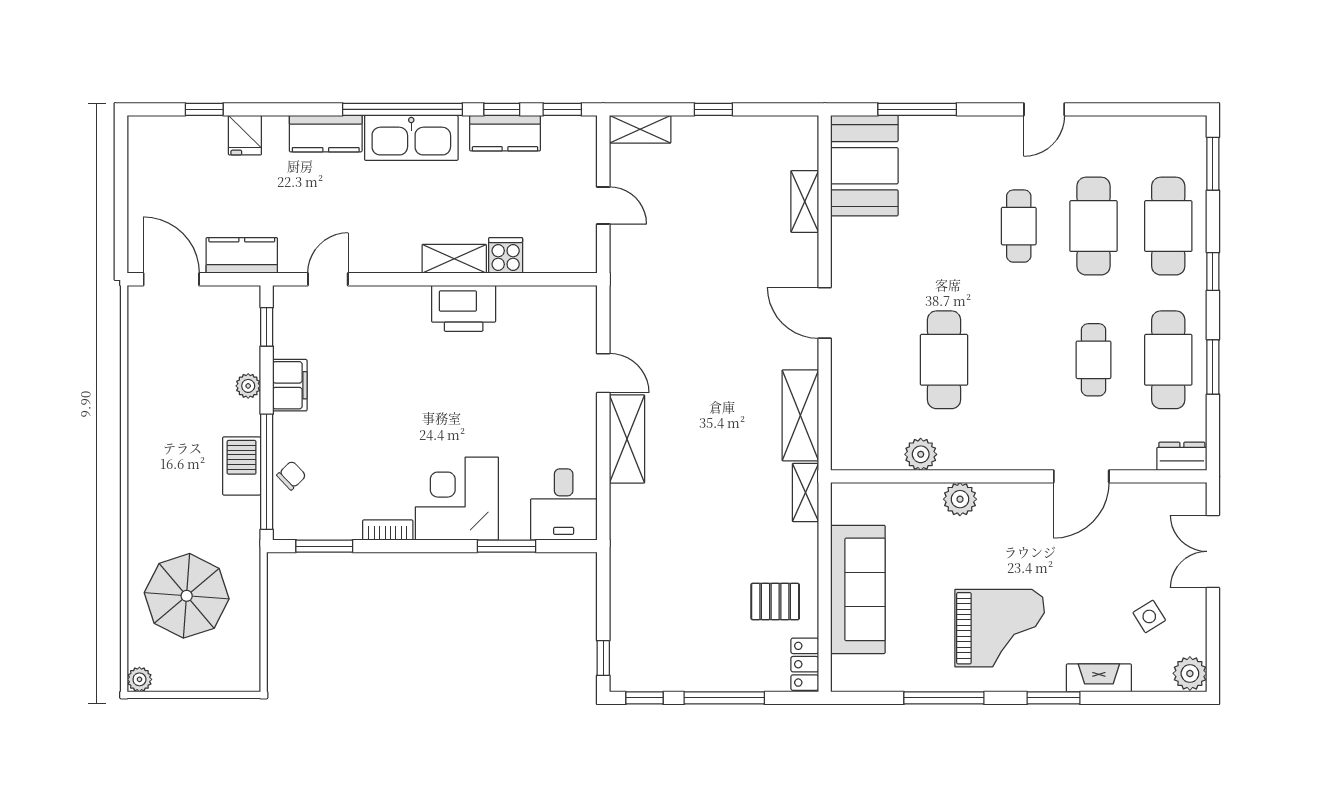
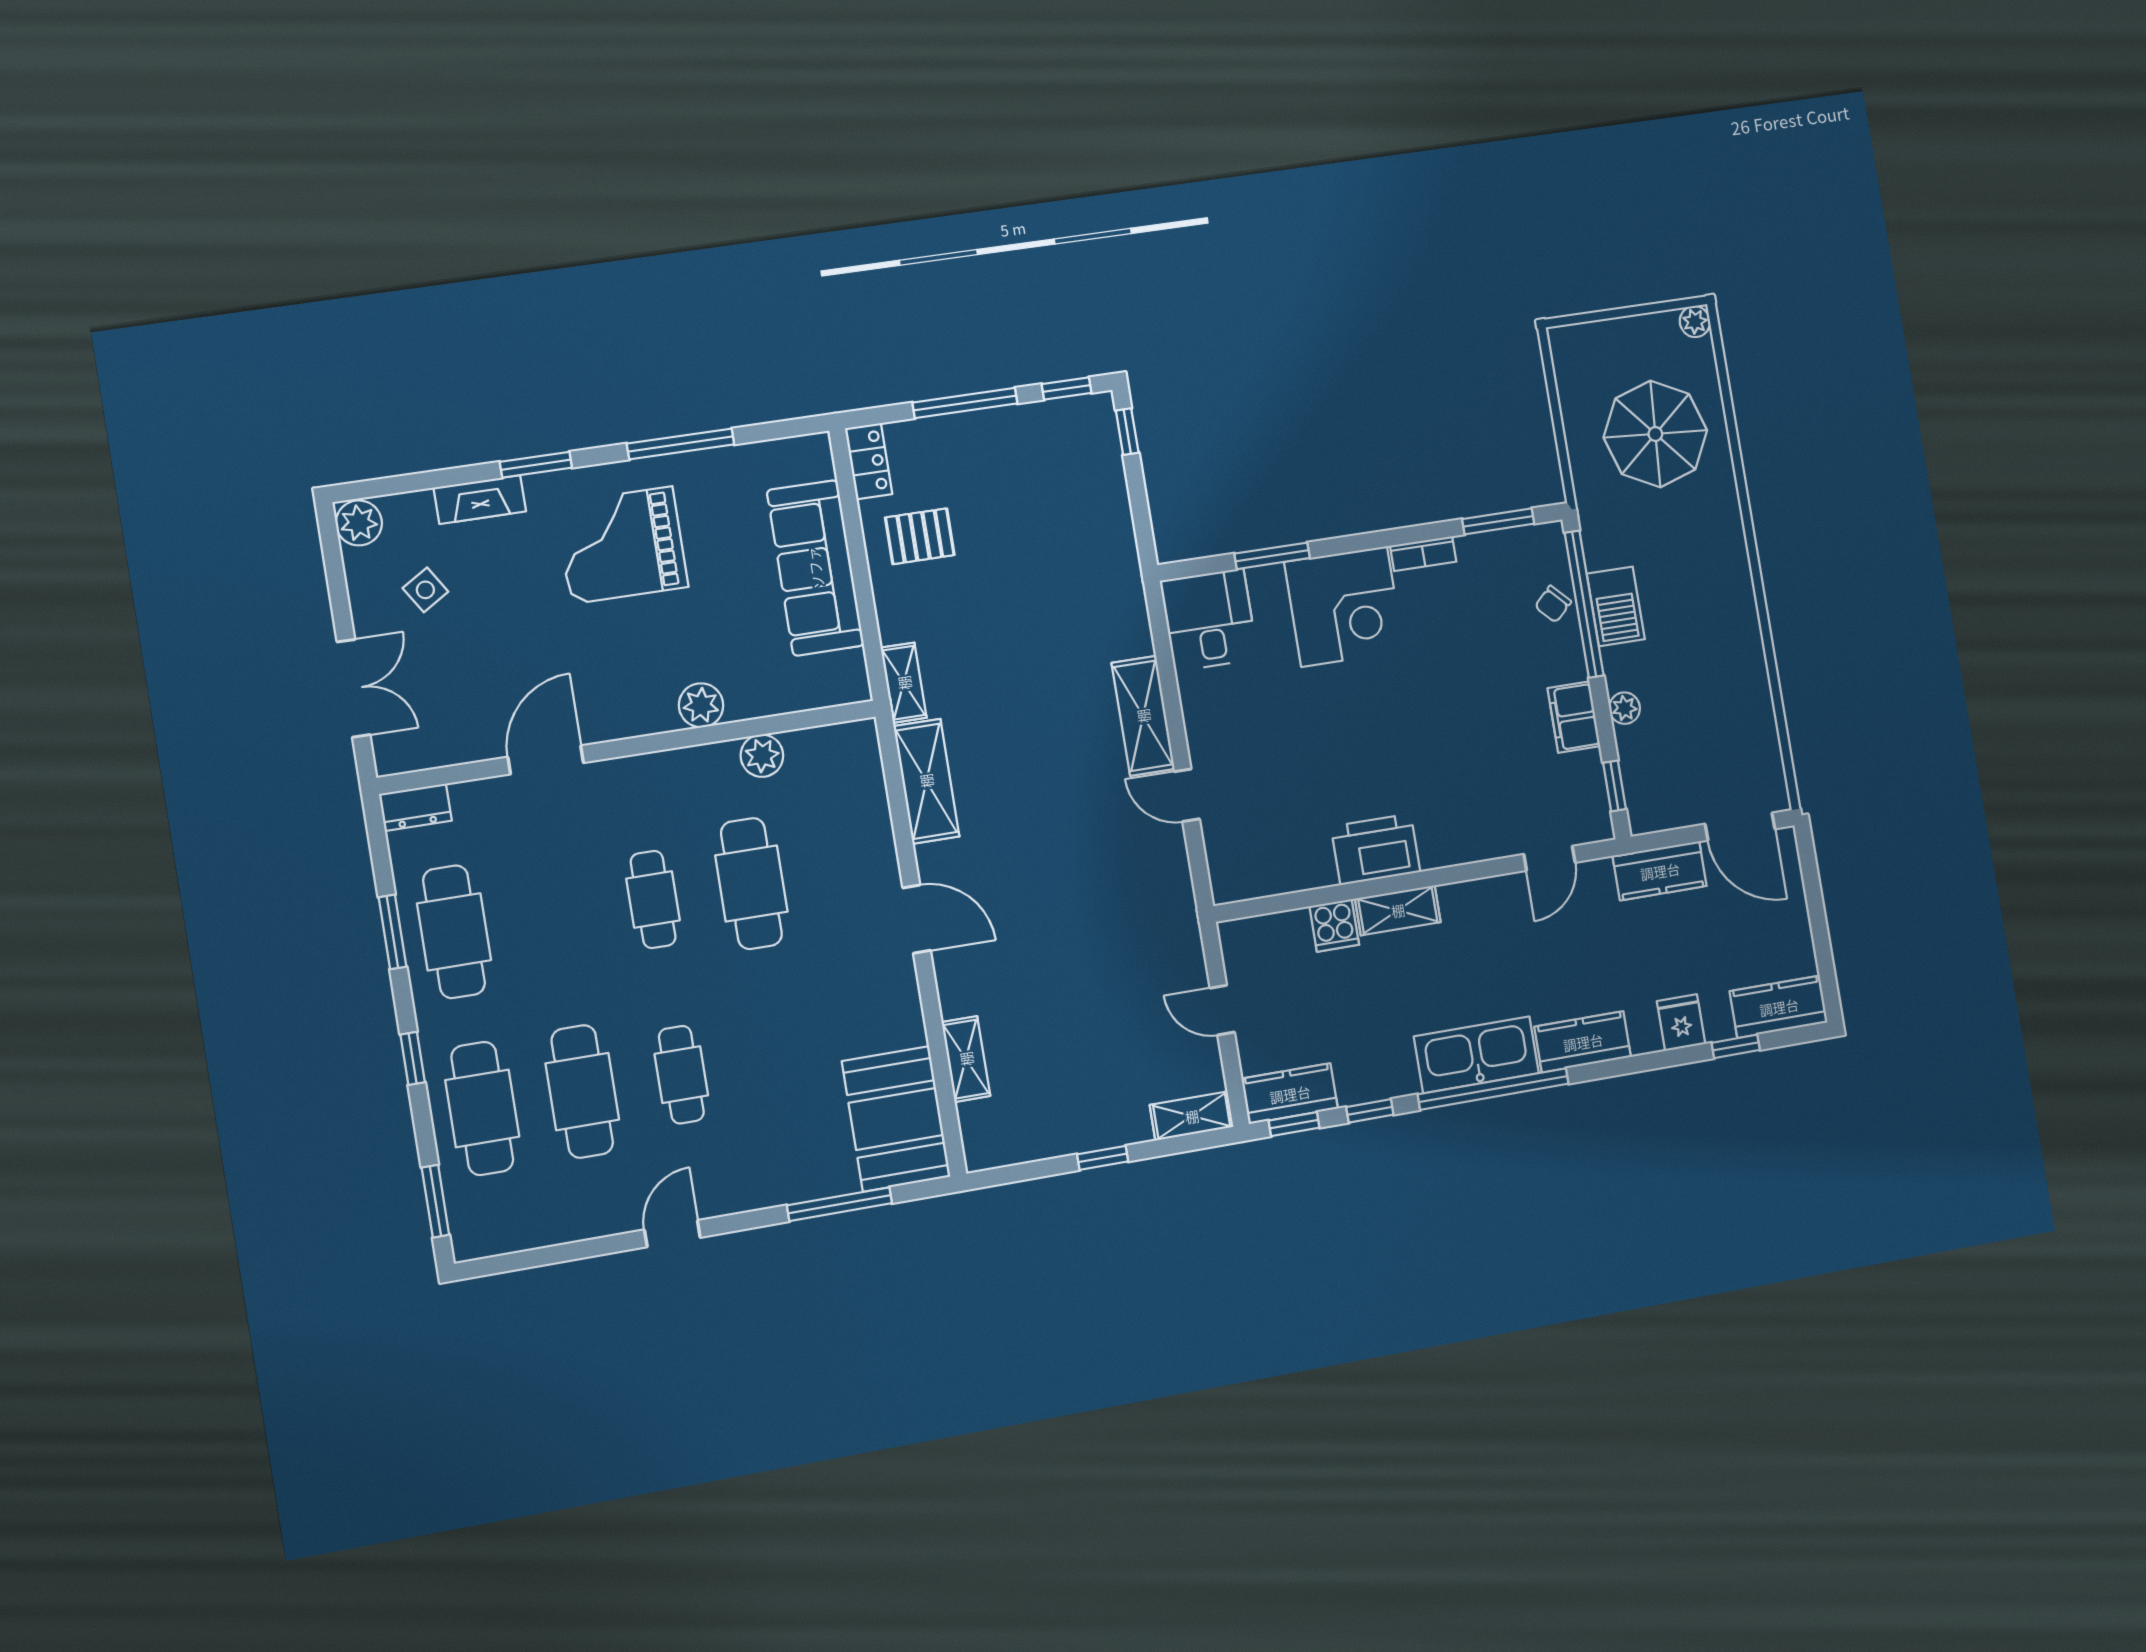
kitchen counter: (505, 133) -> (1290, 1094), moved
kitchen counter: (164, 134) -> (1779, 1007), added
cafe table: (1094, 360) -> (653, 899), moved

